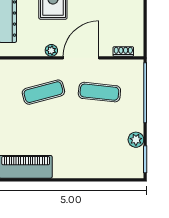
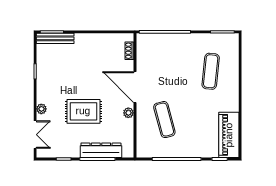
exercise mat: (99, 92) -> (211, 71), moved
plant: (136, 140) -> (205, 40), removed

